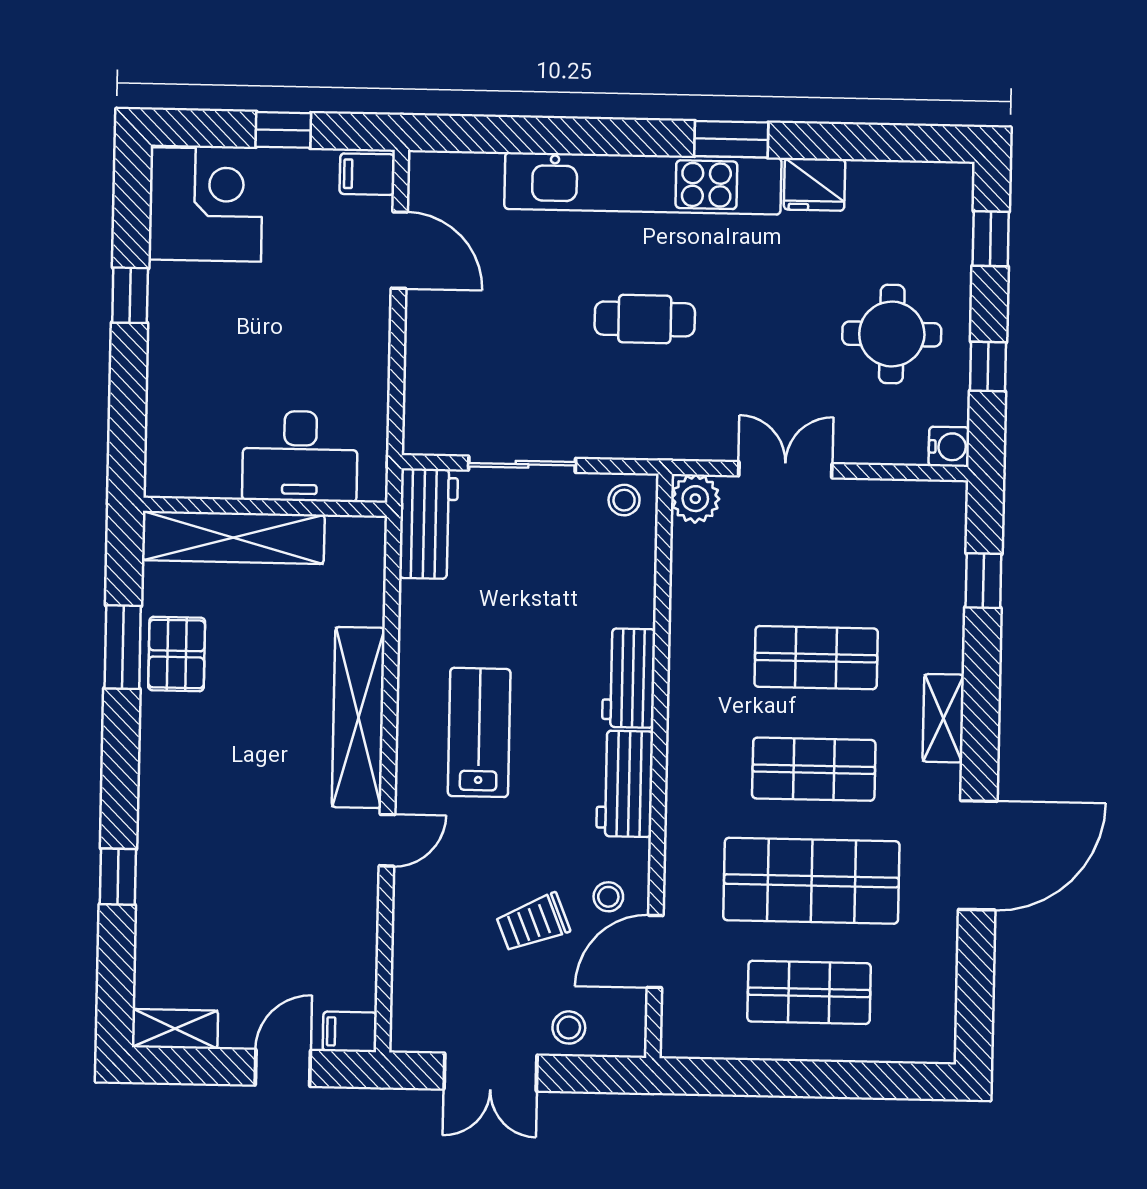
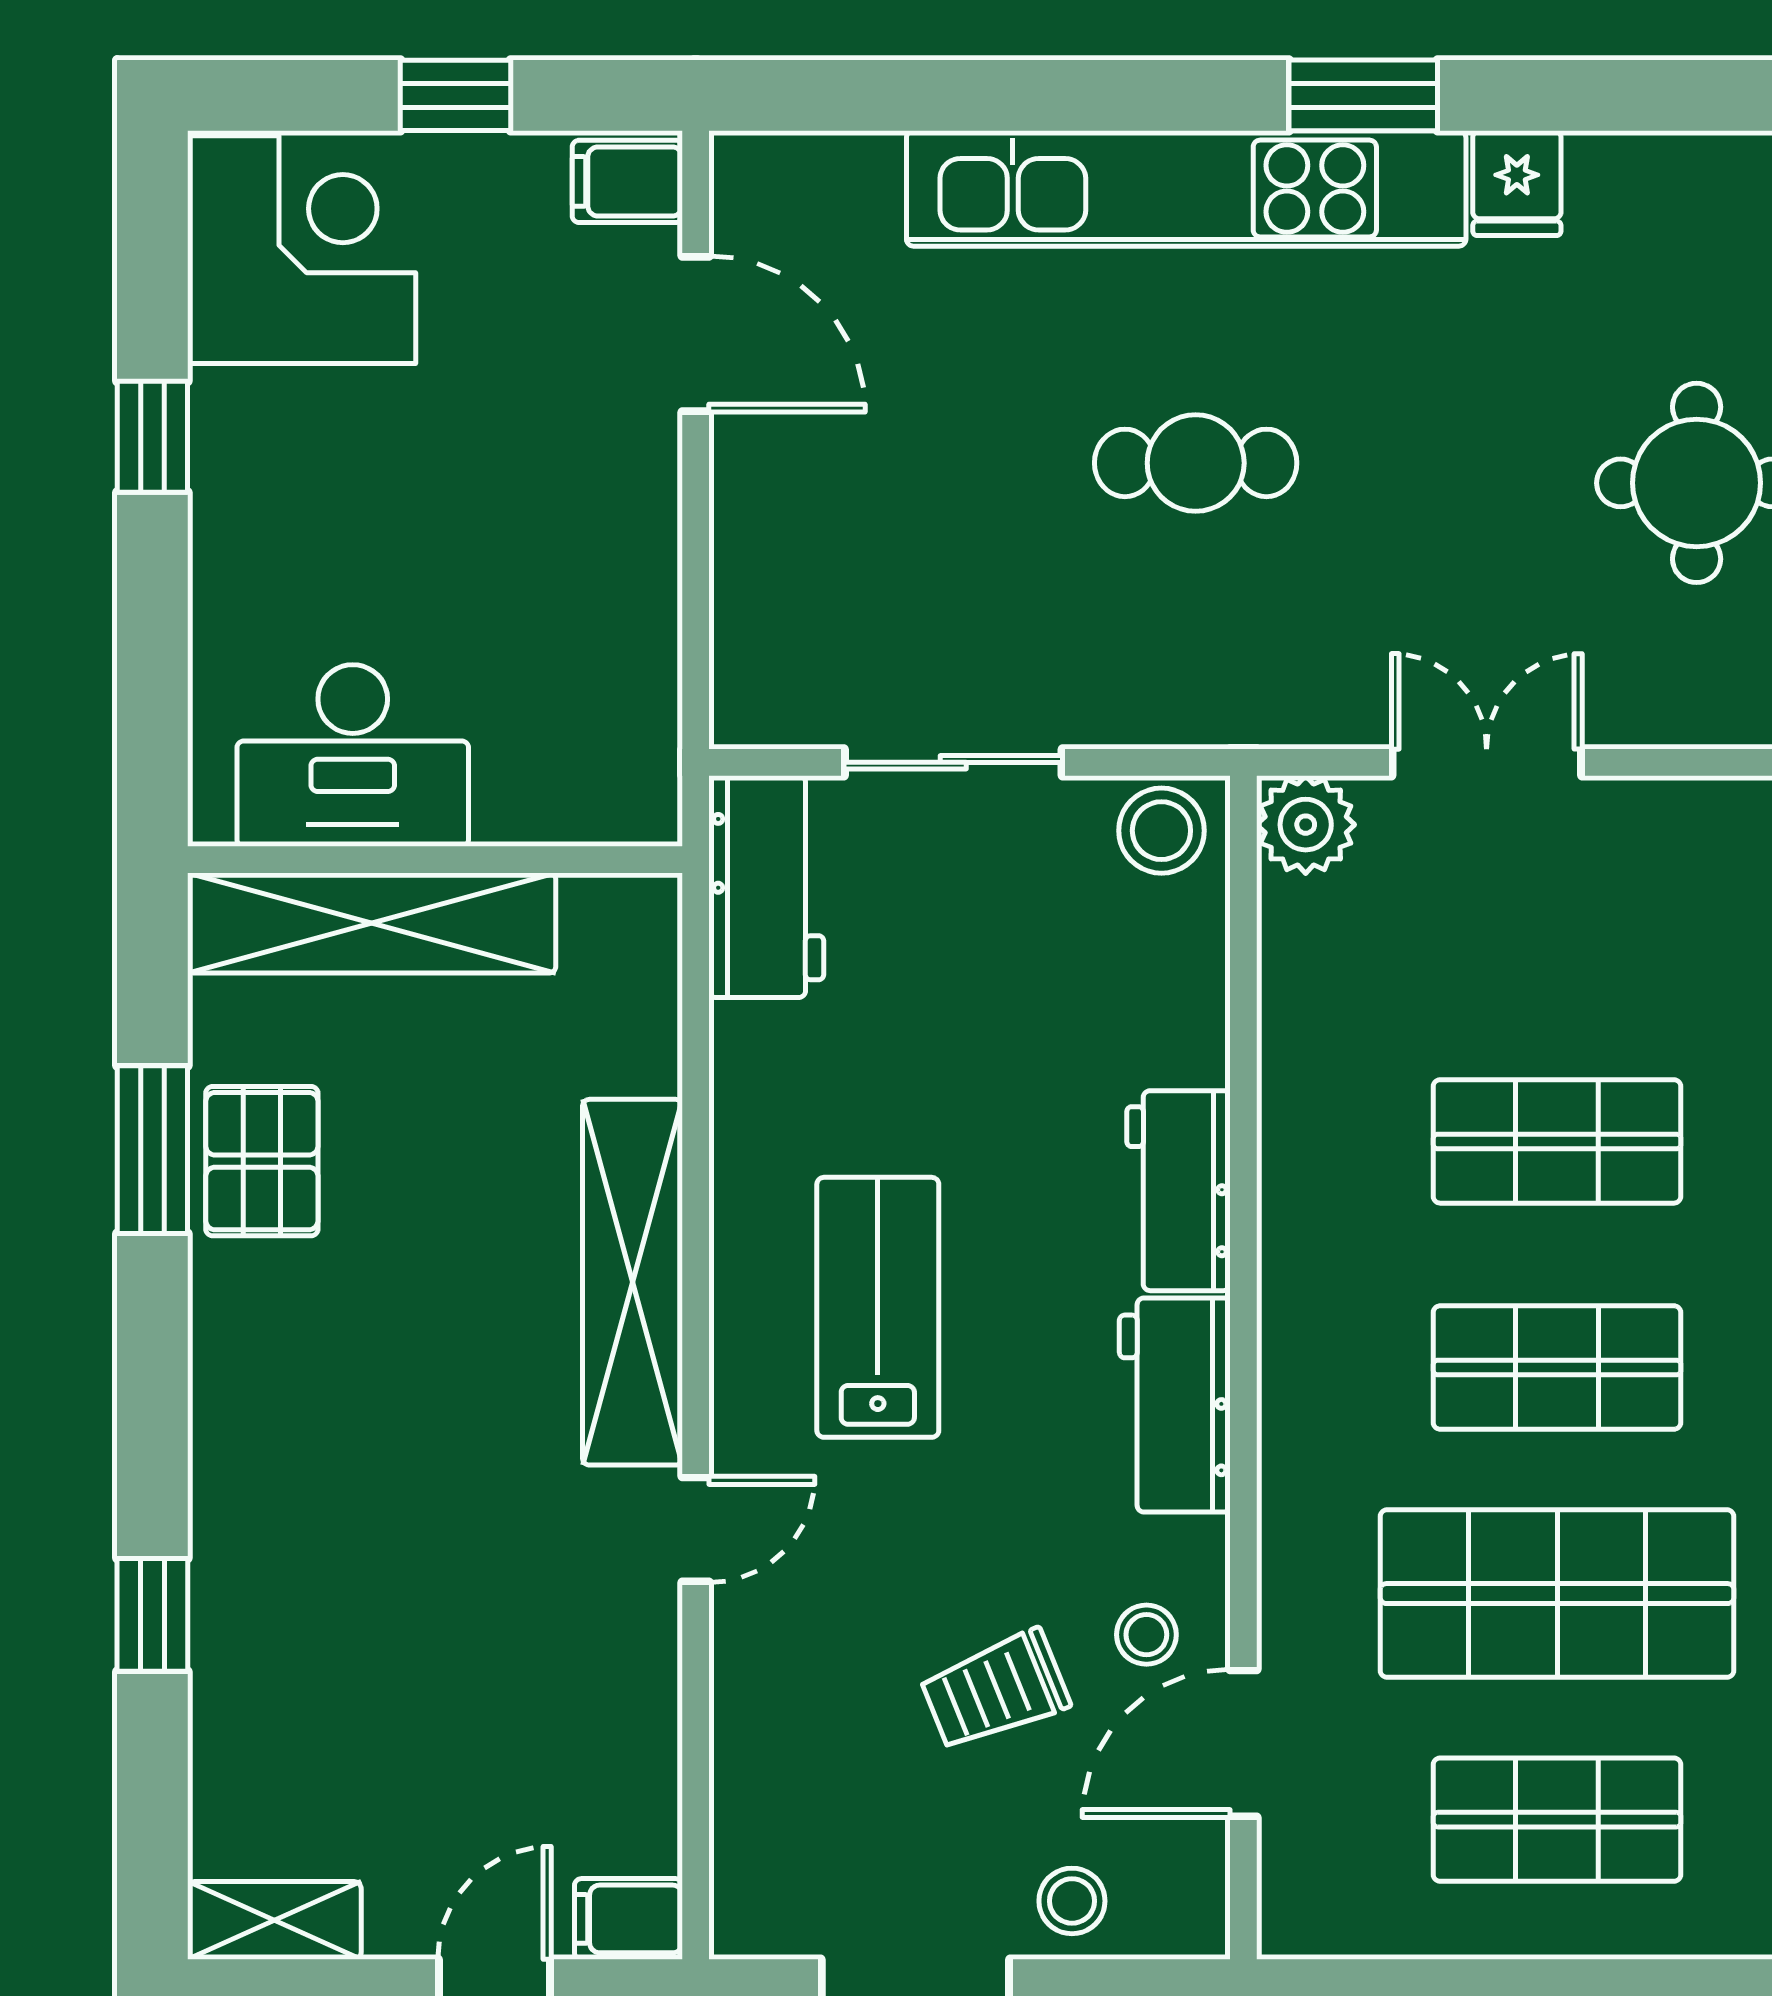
fridge: (815, 184) -> (1517, 183), width x0.72
desk: (300, 456) -> (353, 755), moved
stool: (624, 500) -> (1161, 831), width x1.37, depth x1.37

